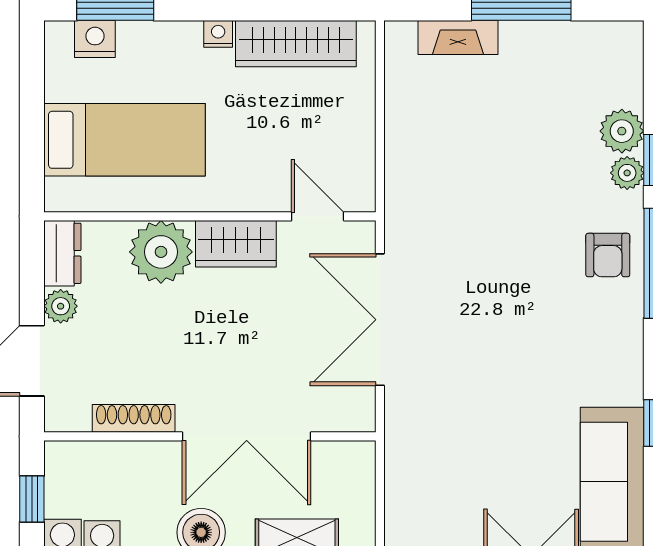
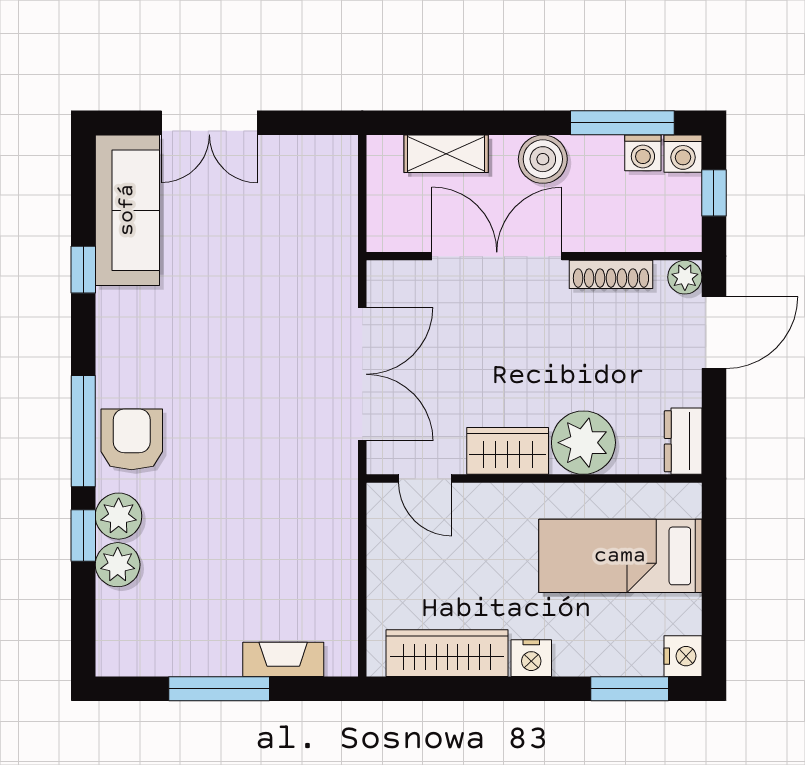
nightstand: (218, 34) -> (531, 658), width x1.39, depth x1.35
nightstand: (95, 39) -> (683, 656), moved, turned -90
plant: (627, 173) -> (119, 516), width x1.38, depth x1.38
armchair: (608, 255) -> (132, 439), width x1.38, depth x1.38
plant: (61, 306) -> (685, 277), moved

